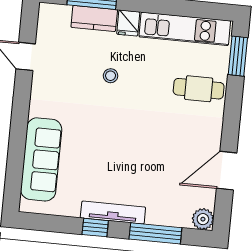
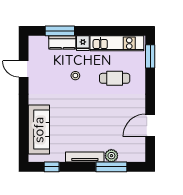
cafe table: (199, 89) -> (115, 78), moved
plant: (203, 219) -> (111, 156), moved
window: (95, 228) -> (52, 167), moved

